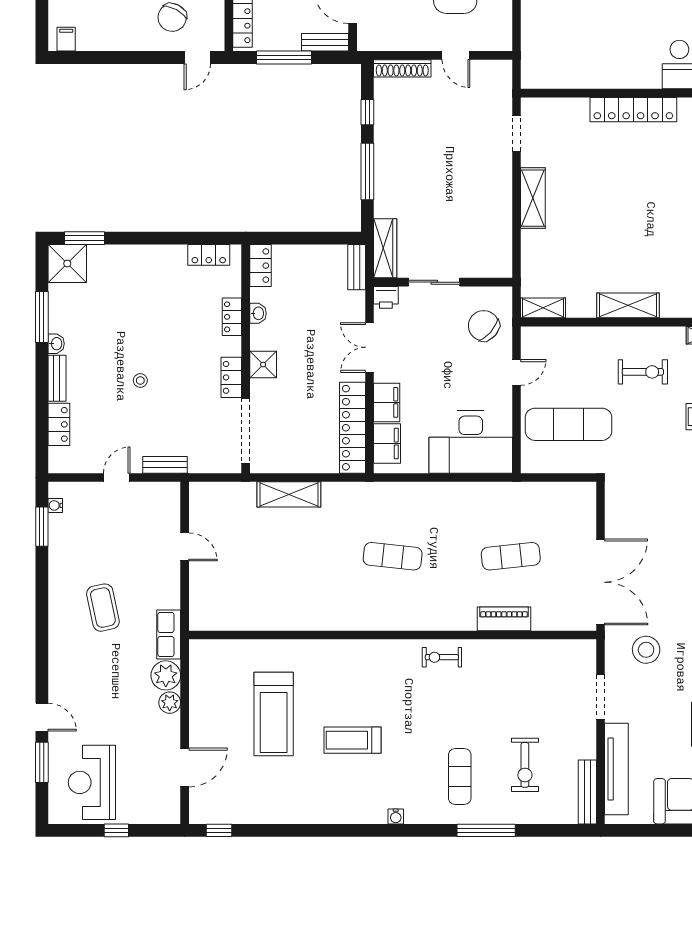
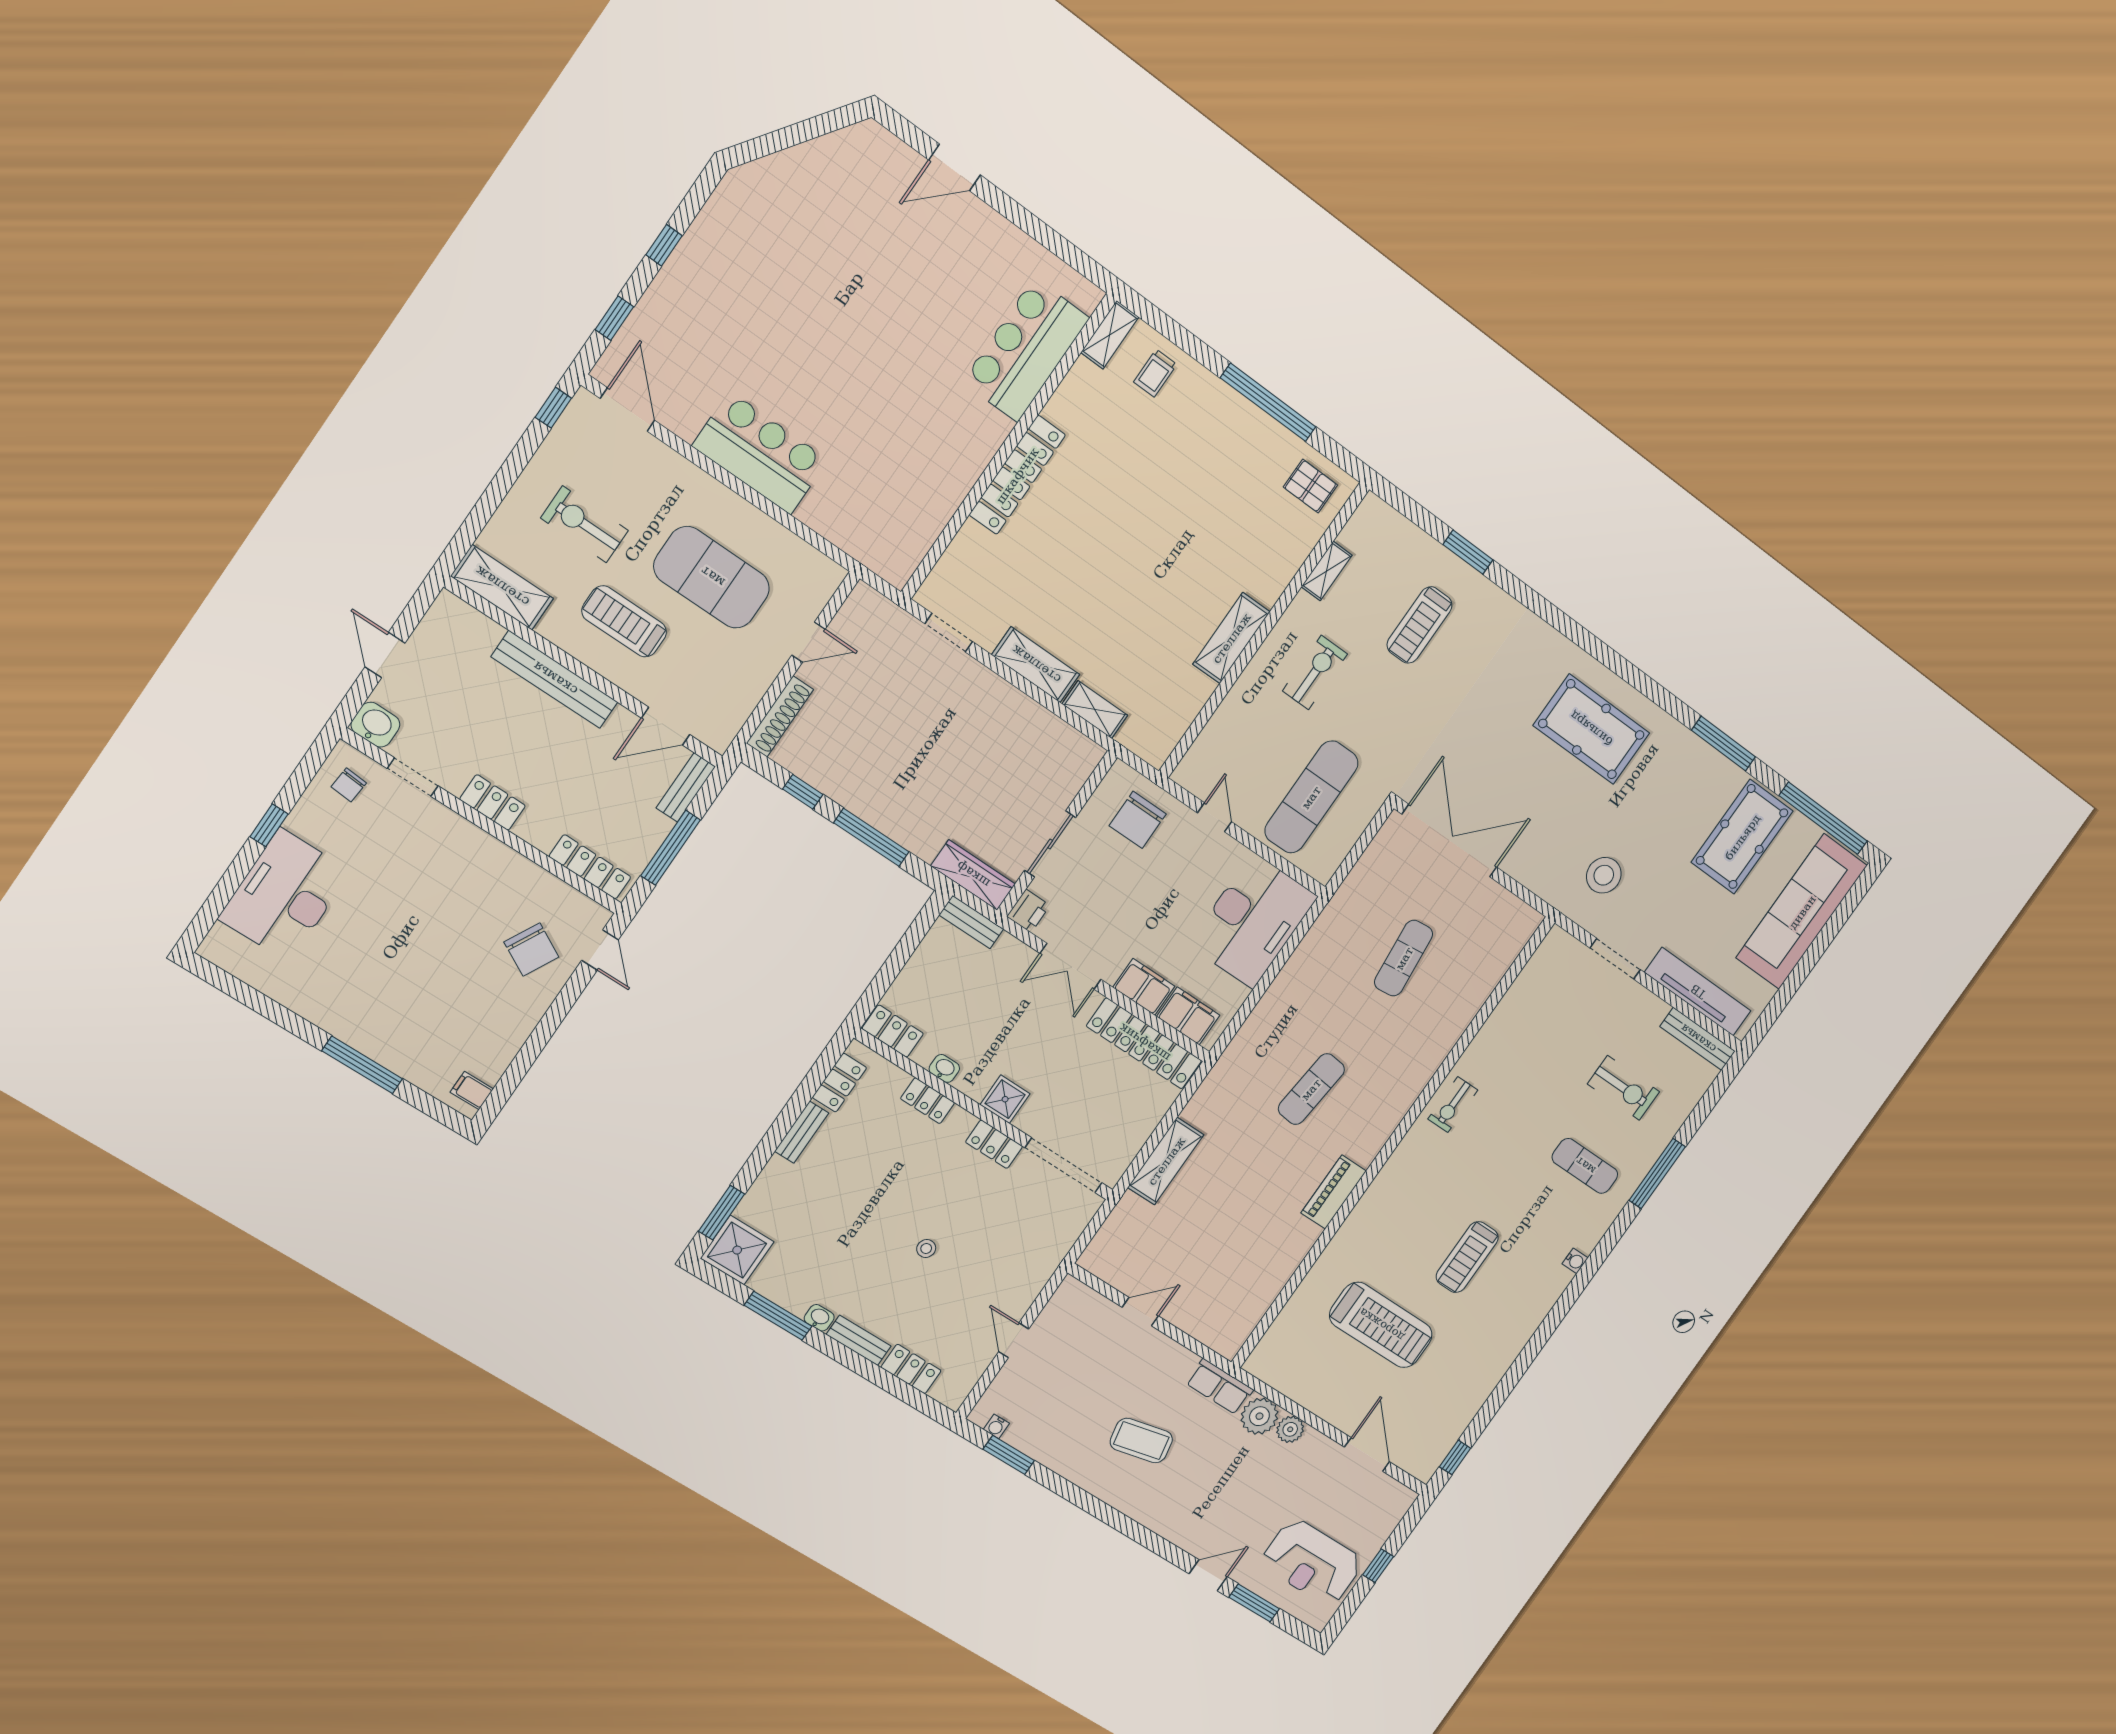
shelving: (543, 308) -> (1095, 710), moved, turned 90
chair: (484, 326) -> (1138, 820), turned -41
bench: (165, 465) -> (802, 1132), moved
double door: (601, 582) -> (1449, 841), moved
piano: (504, 619) -> (1334, 1192), moved

